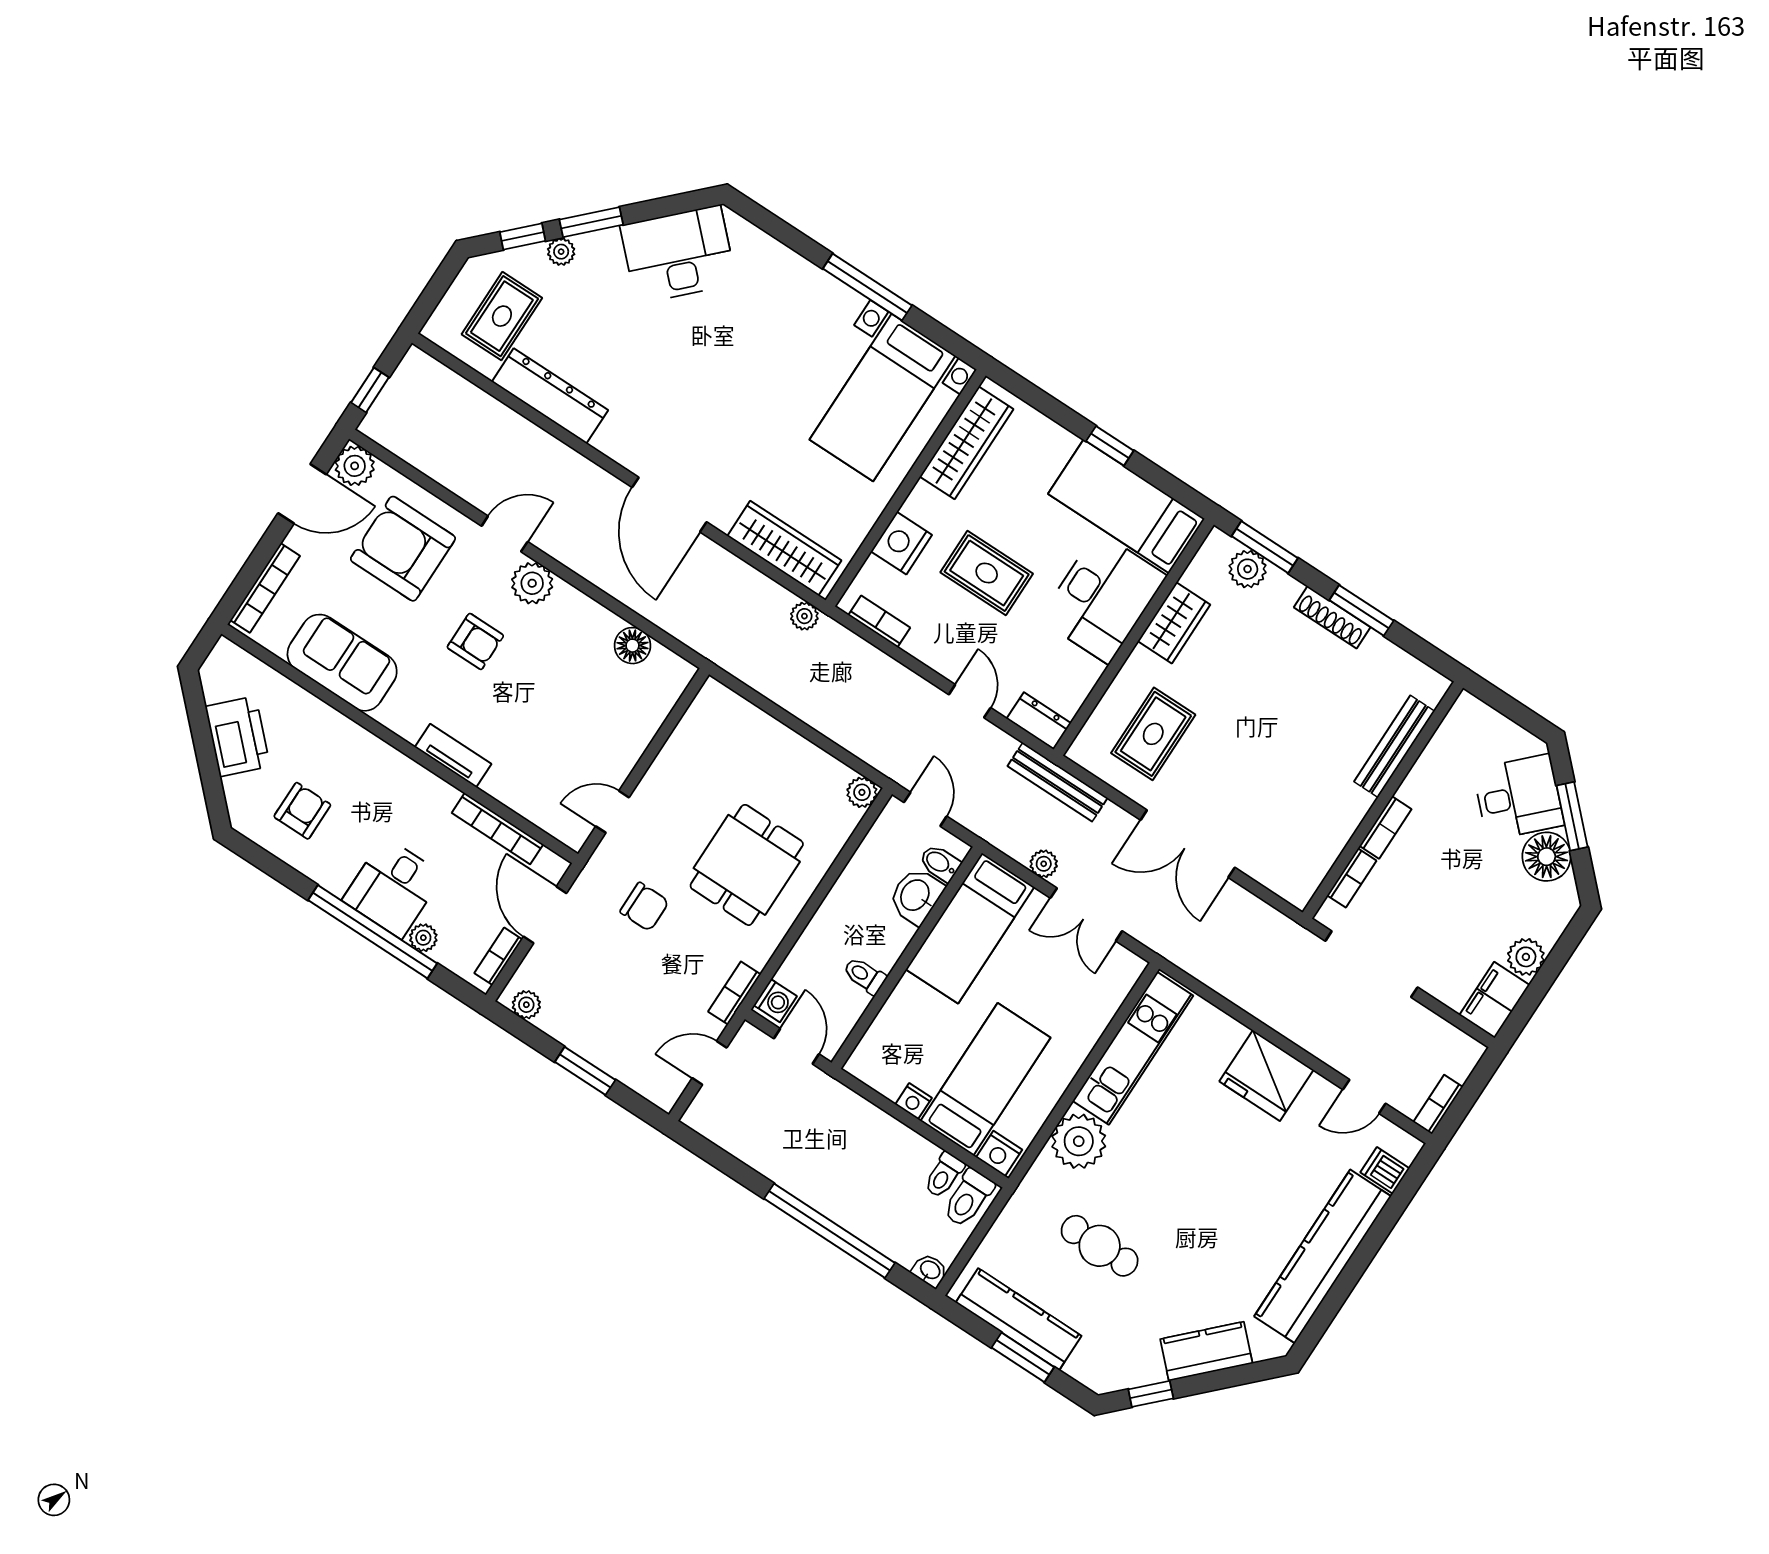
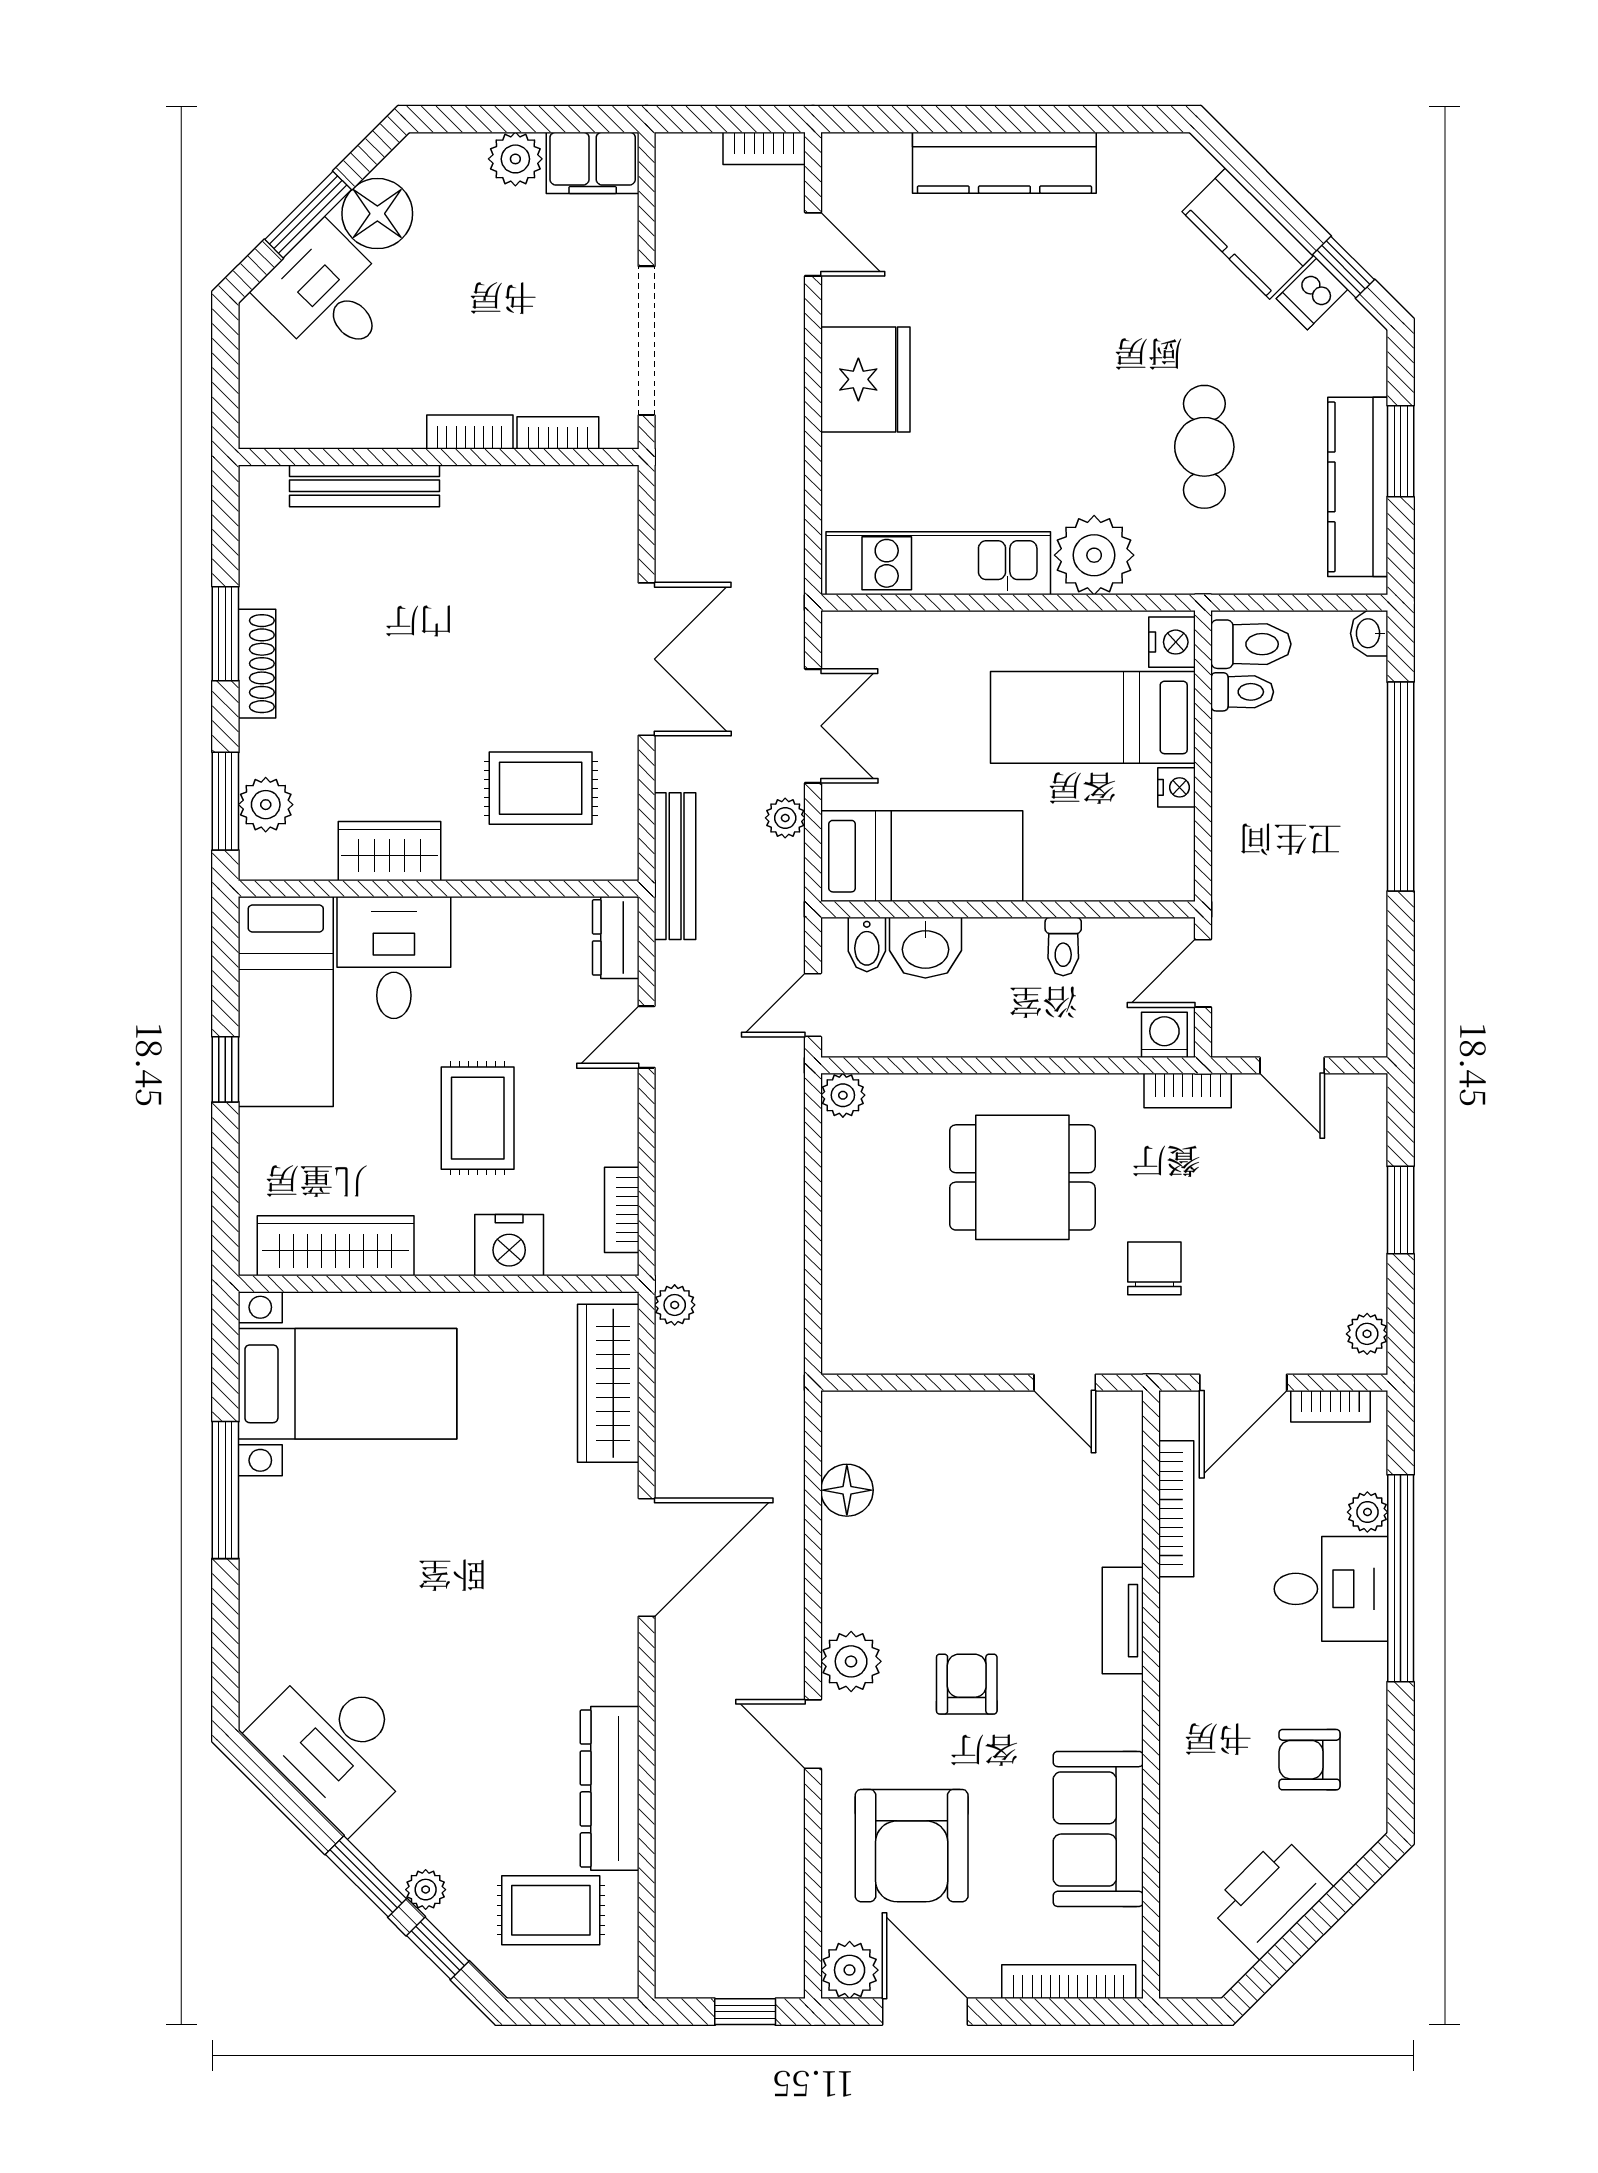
desk: (1103, 597) -> (394, 958), width x0.73
dishwasher: (1385, 1170) -> (1312, 294), moved, turned 45
kitchen counter: (1323, 1256) -> (1004, 163), width x0.72, depth x0.86

